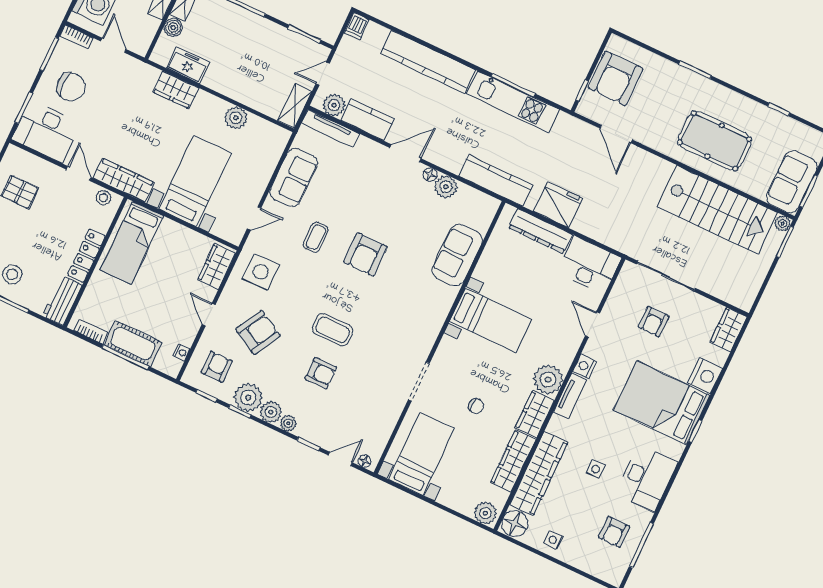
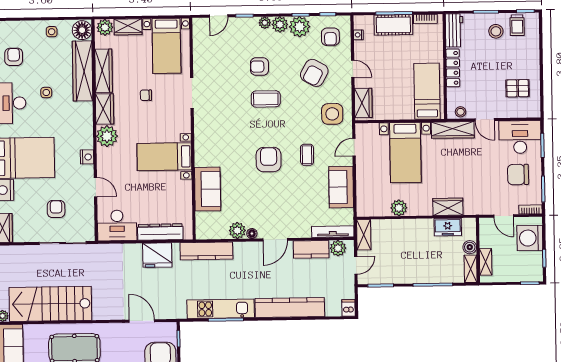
tv unit: (570, 396) -> (87, 133), removed
floor lamp: (365, 461) -> (202, 22), removed
wardrobe: (457, 500) -> (128, 27), added

